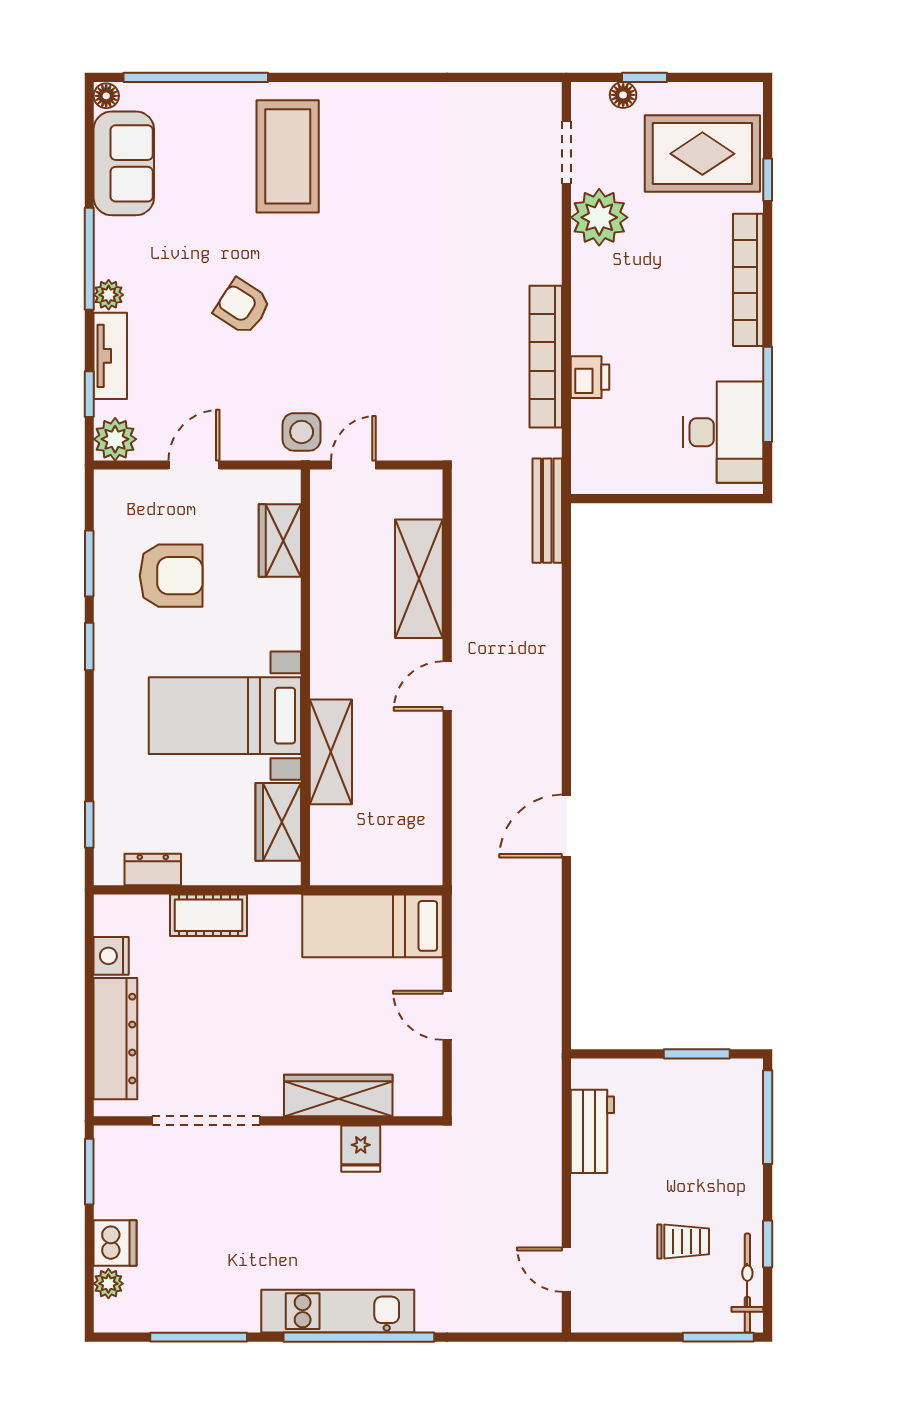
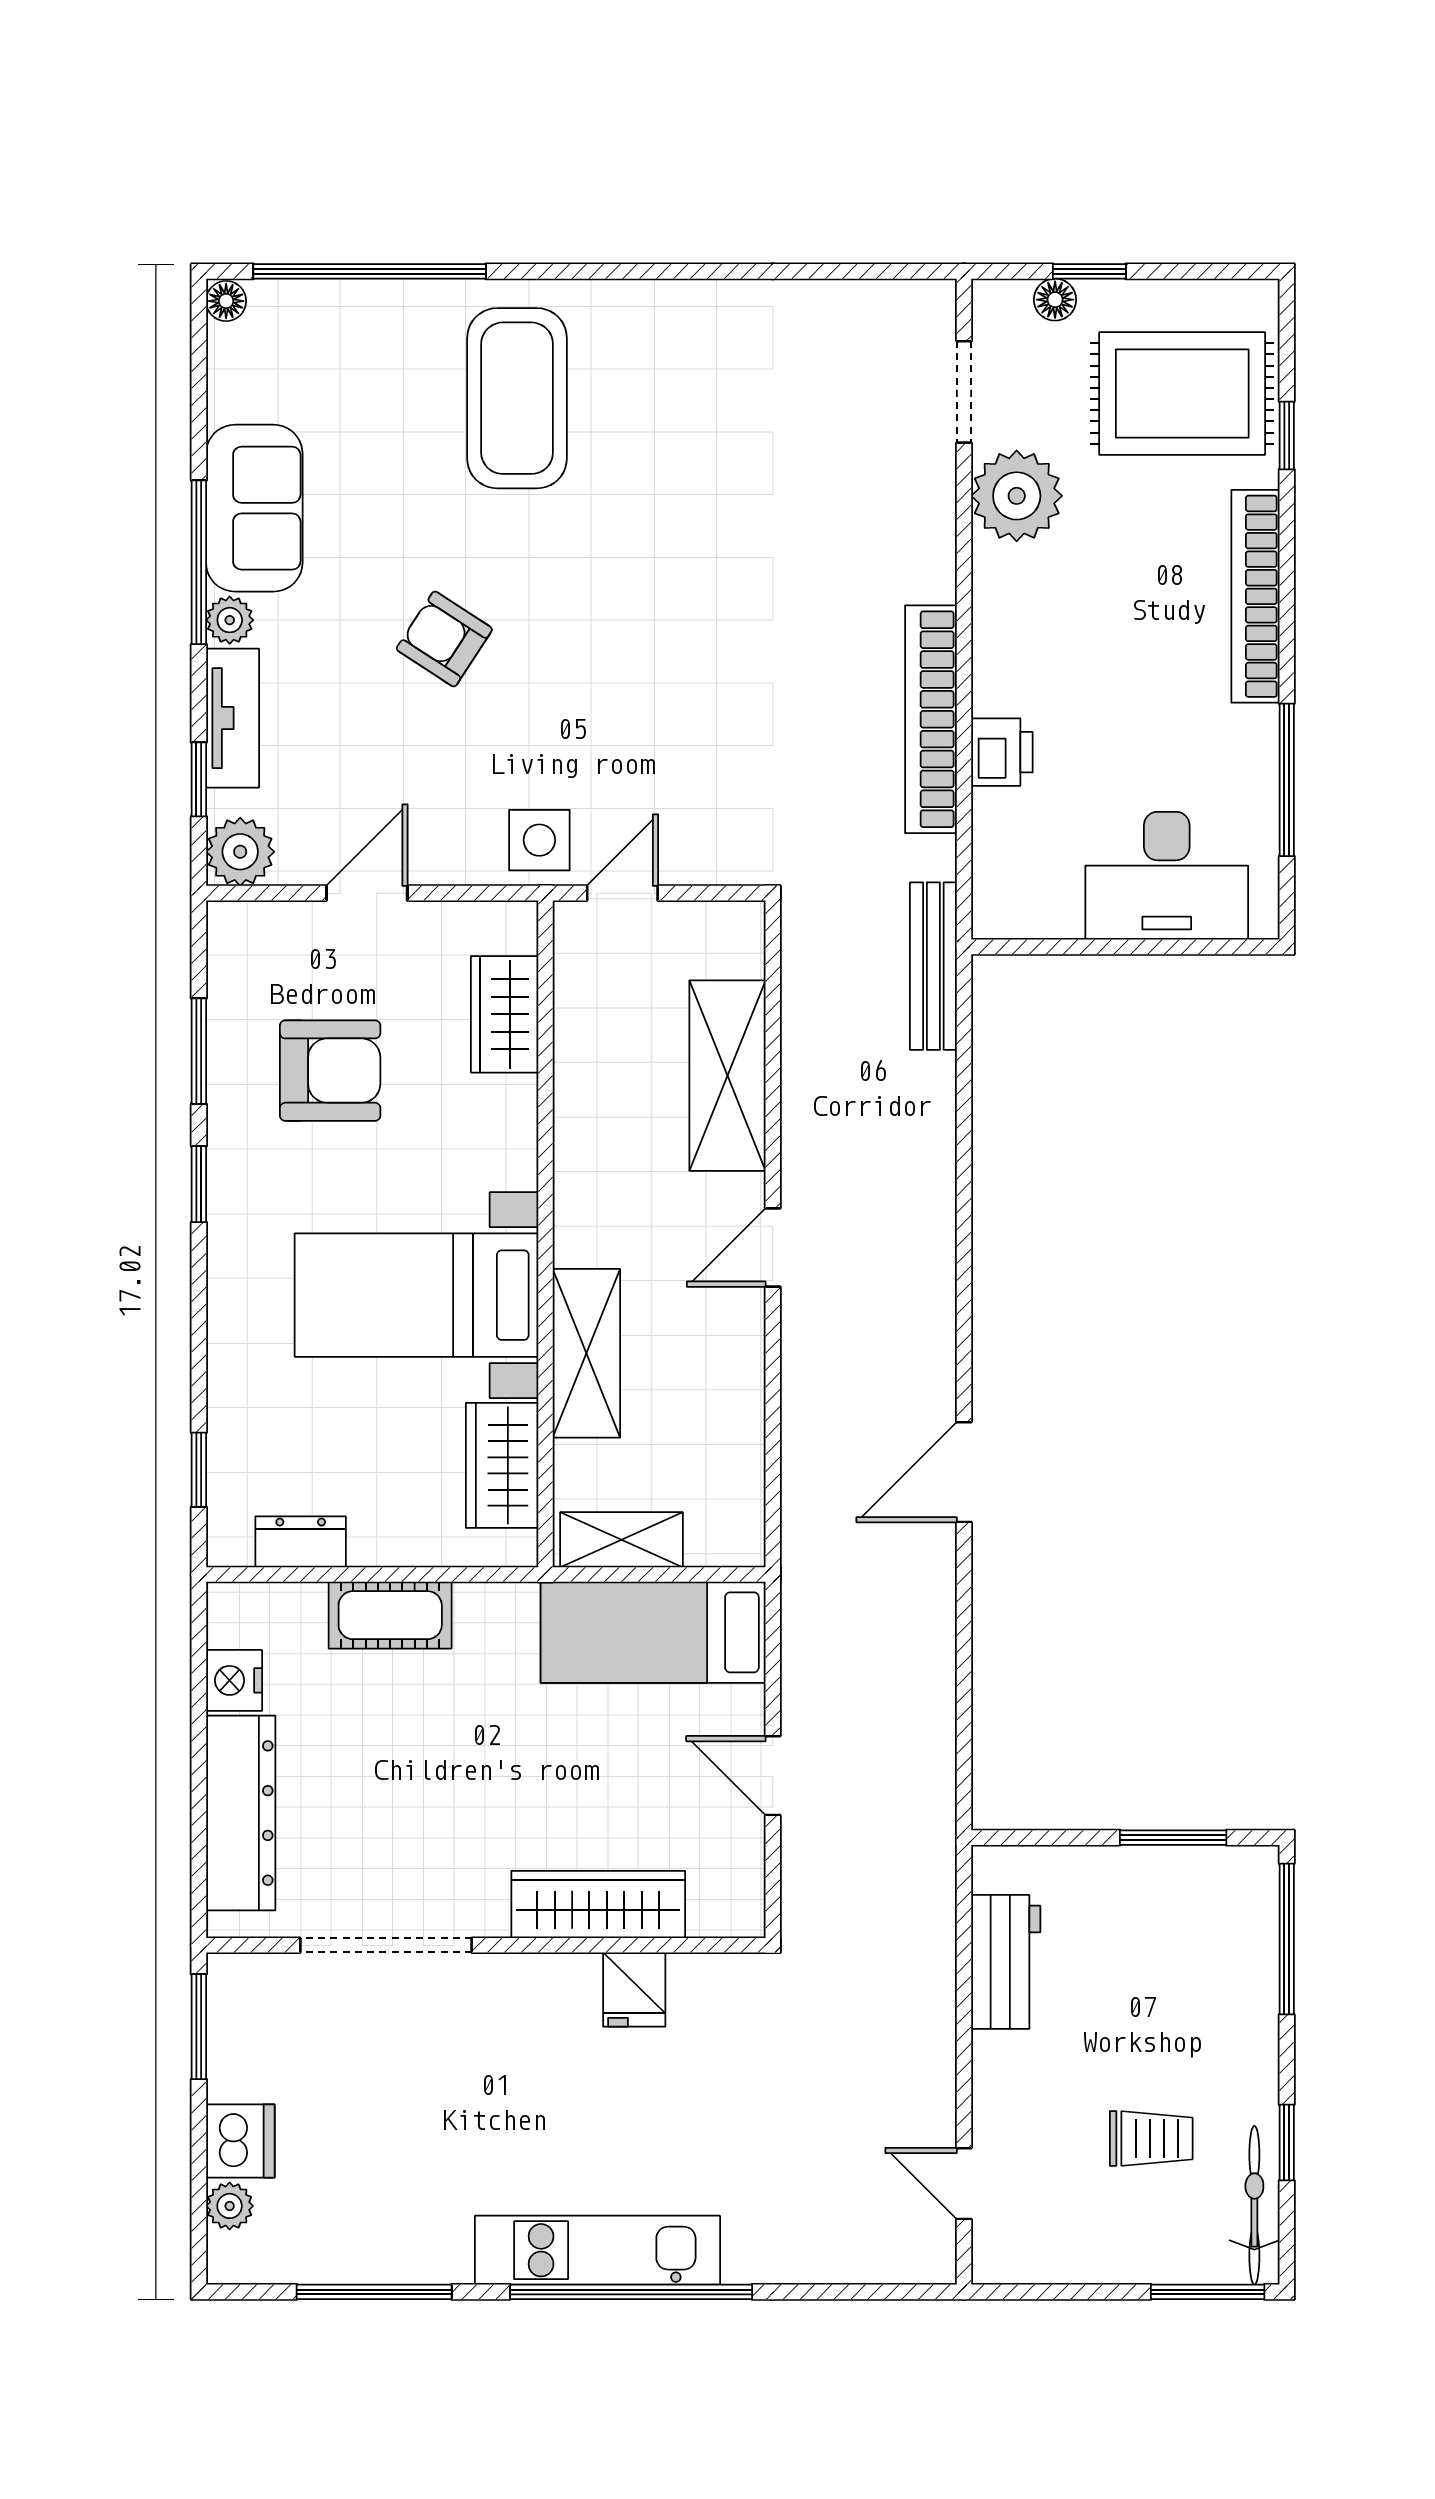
sofa: (124, 163) -> (254, 508), moved
desk: (723, 432) -> (1167, 876), moved, turned 90
shelving: (353, 868) -> (621, 1540), added

